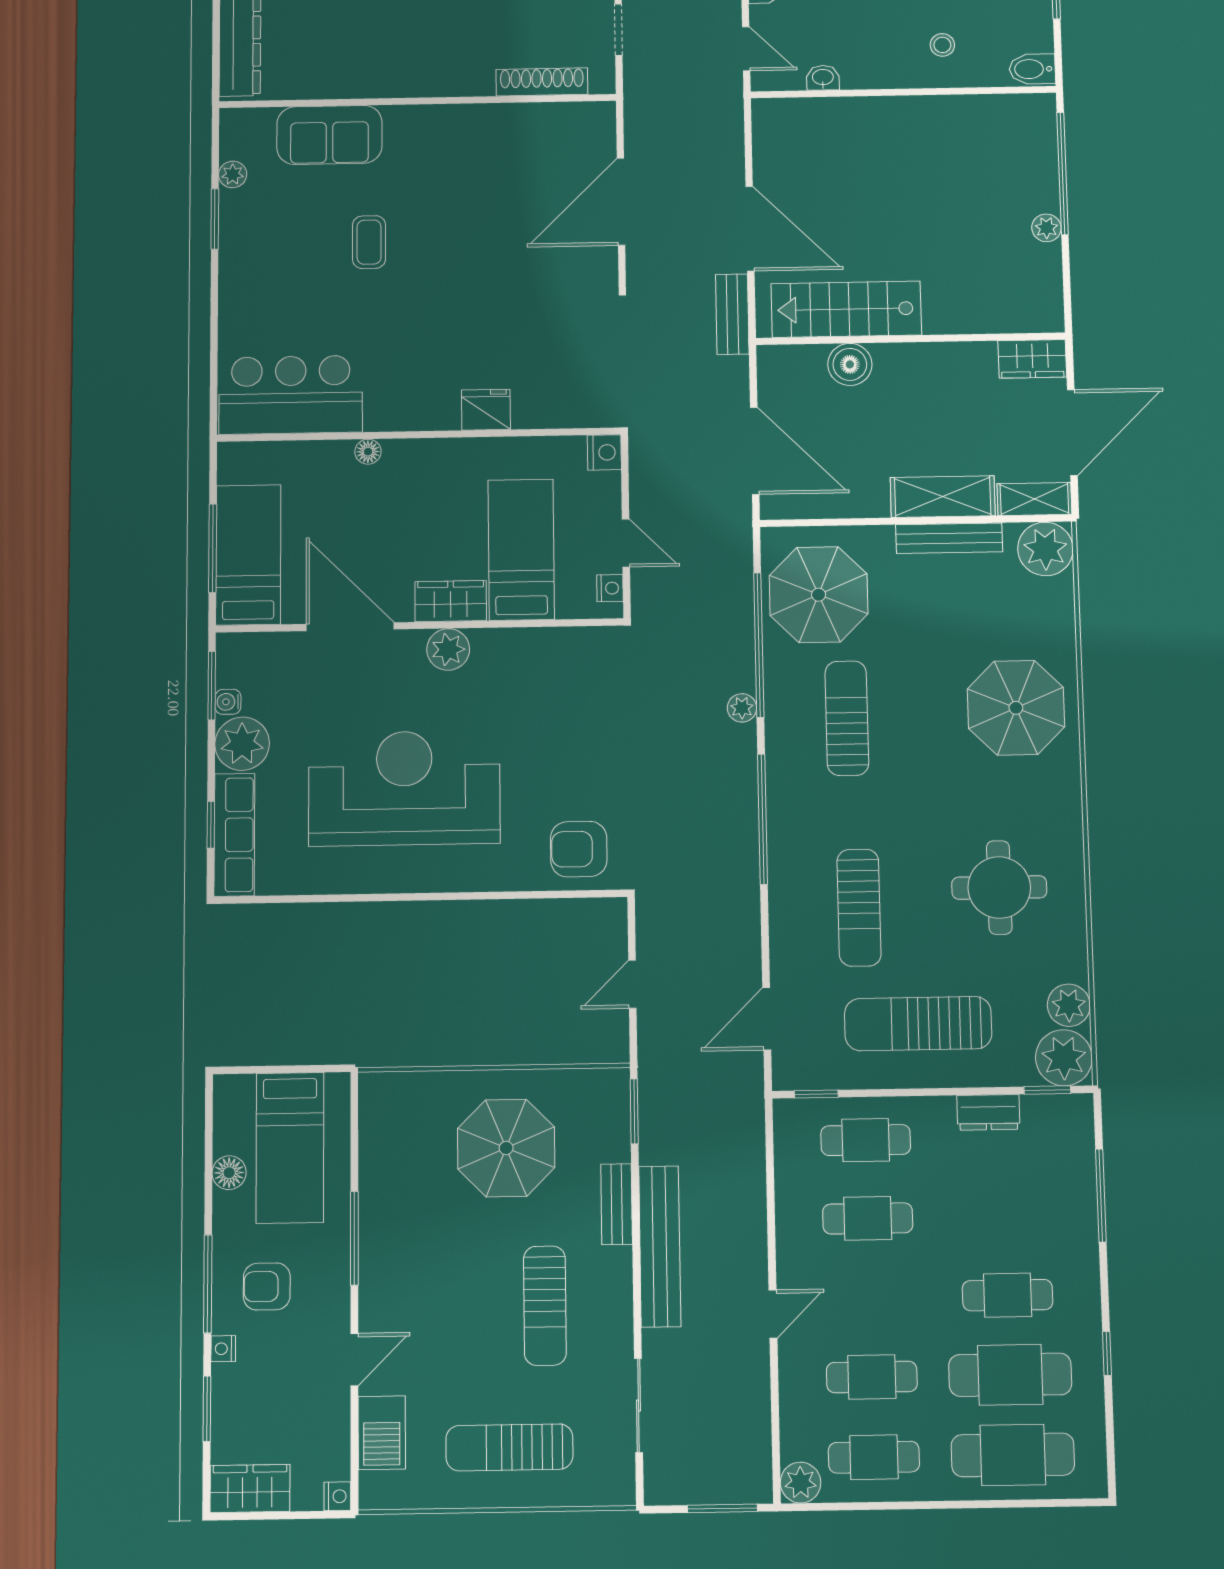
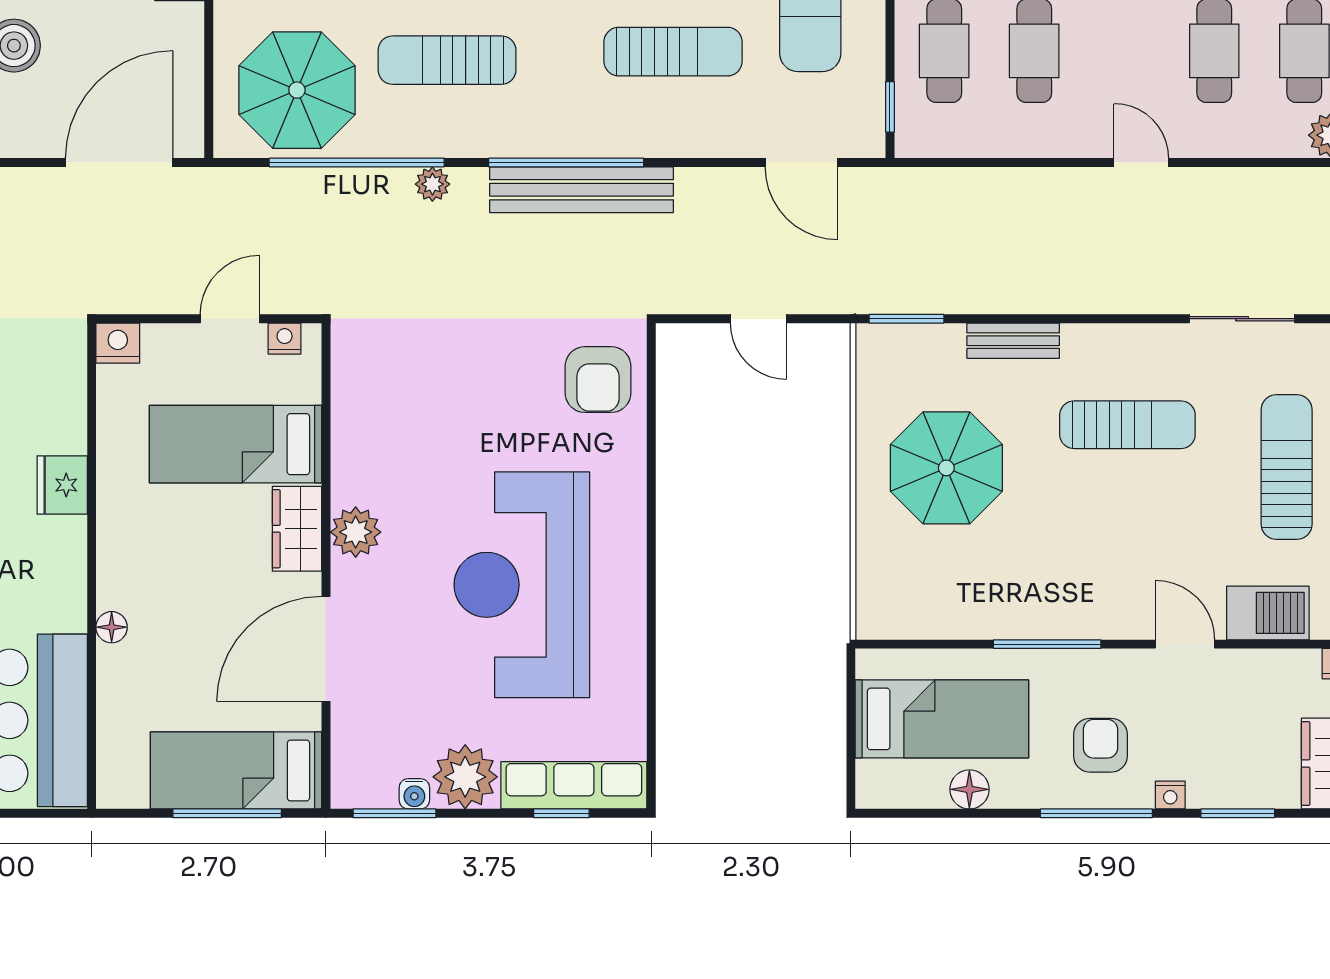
bench: (660, 1246) -> (582, 190), moved
armchair: (267, 1286) -> (1100, 745), turned 180
sun lounger: (509, 1447) -> (1287, 467), turned 180

